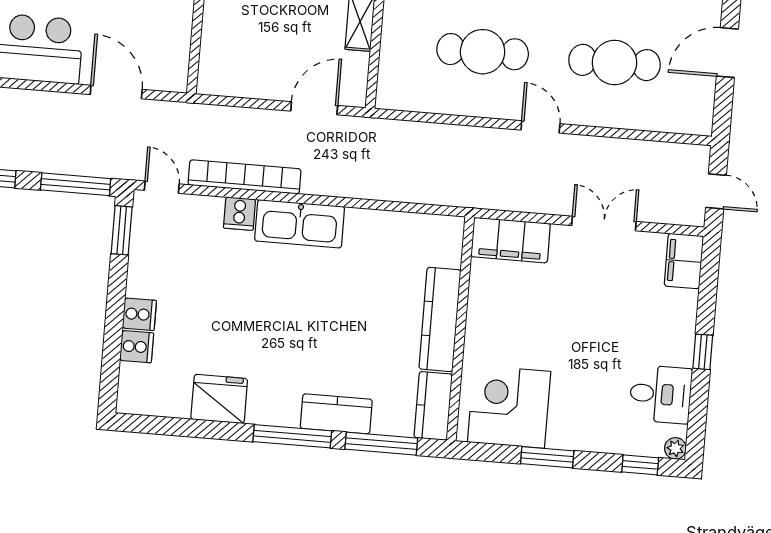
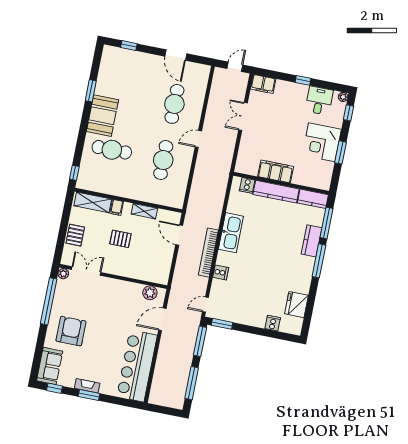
plant: (174, 56) -> (150, 293), added
bookcase: (244, 177) -> (208, 253), moved
kitchen sink: (300, 224) -> (231, 233), moved
filing cabinet: (511, 240) -> (276, 172), moved, turned -90
cooker: (139, 314) -> (247, 185), moved, turned 180
fridge: (219, 399) -> (296, 305), moved
corner desk: (509, 407) -> (322, 142), moved

